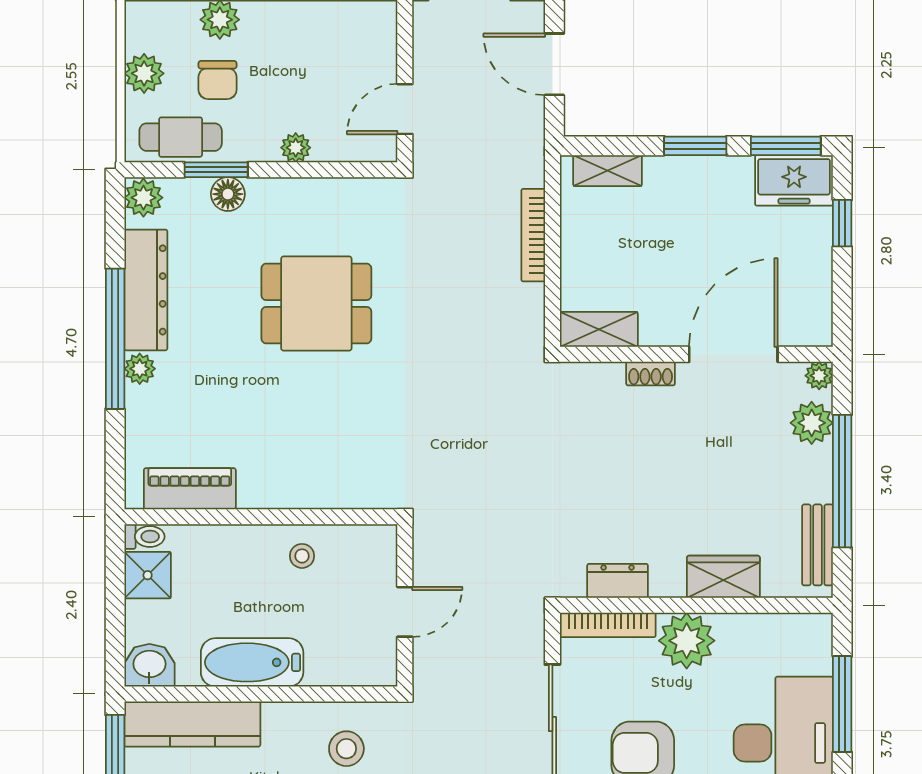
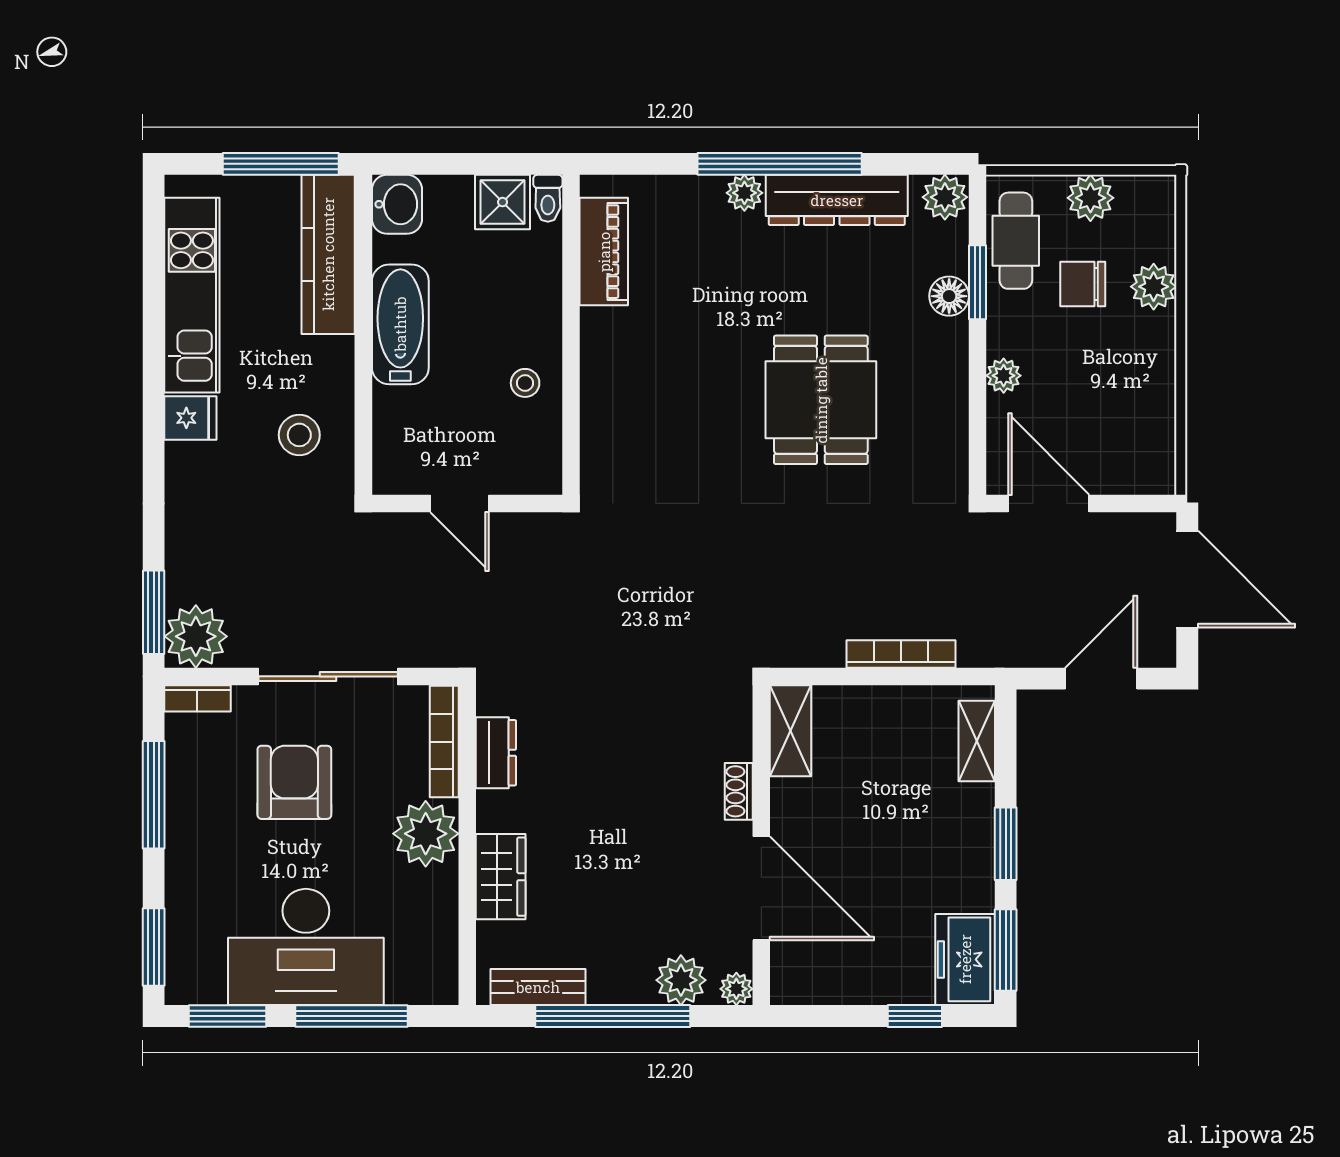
door: (405, 109) -> (1049, 503), width x1.38

